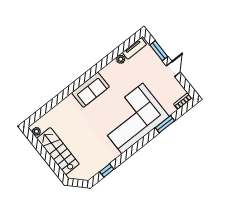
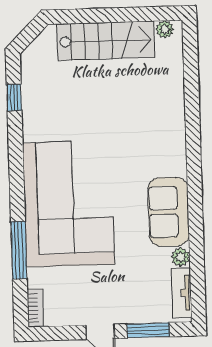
sofa: (90, 90) -> (169, 212), moved
window: (165, 124) -> (19, 250), width x1.44

